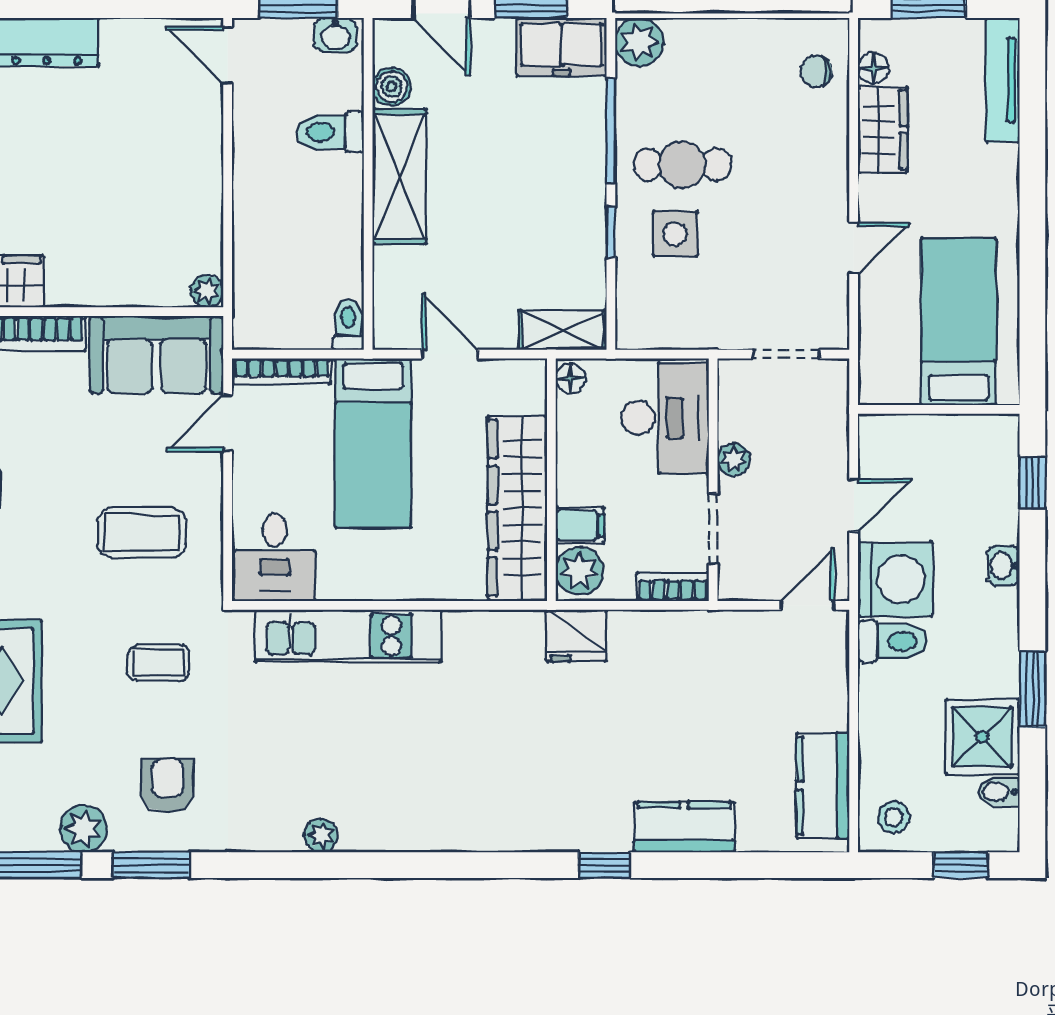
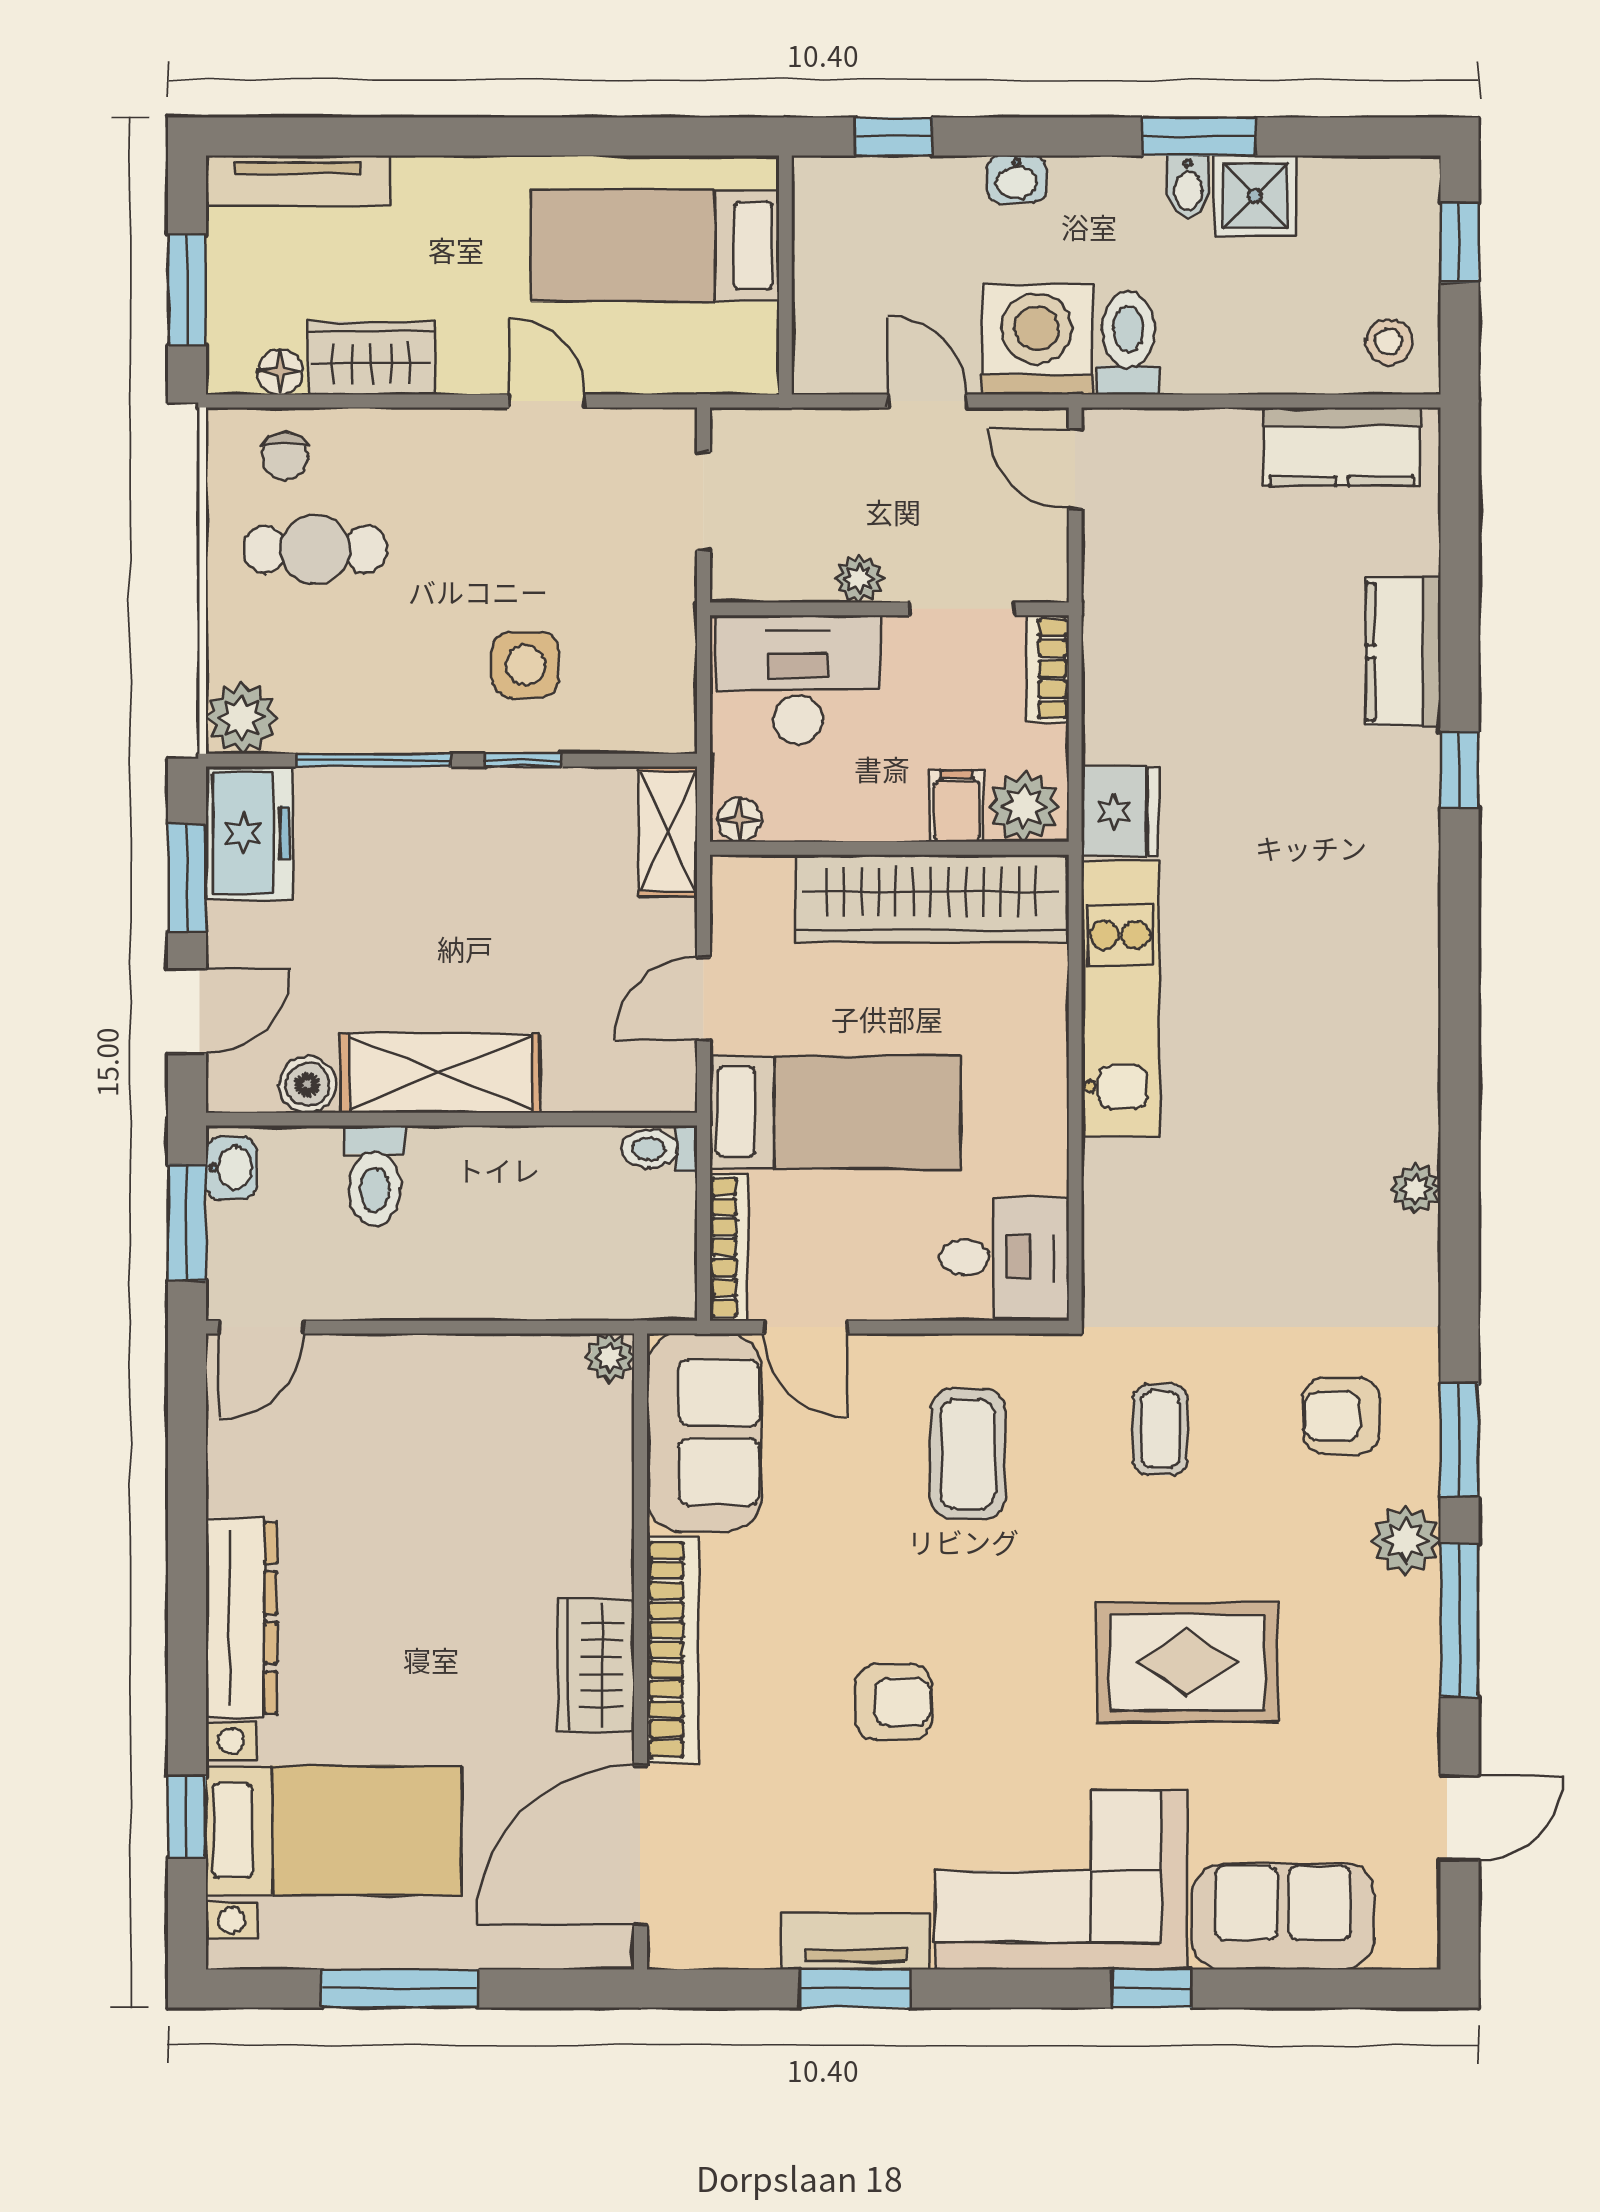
cafe table: (682, 165) -> (316, 549), moved, turned 90
kitchen unit: (348, 636) -> (1120, 999), moved
shower: (982, 737) -> (1255, 196), width x0.73, depth x0.73
bidet: (999, 792) -> (1188, 186), moved

